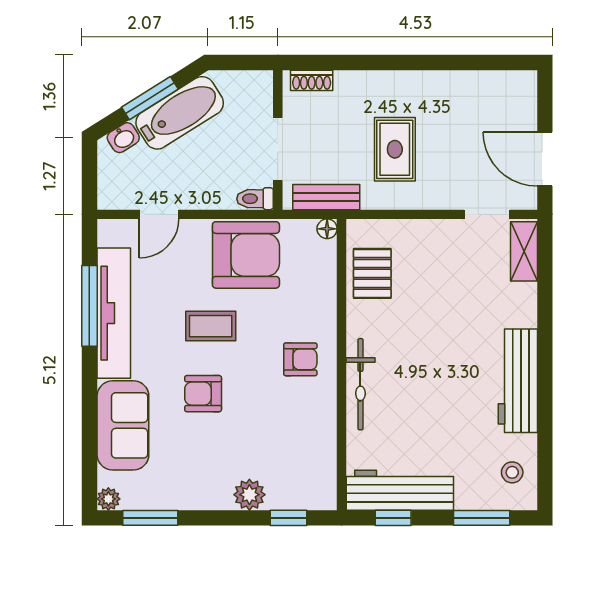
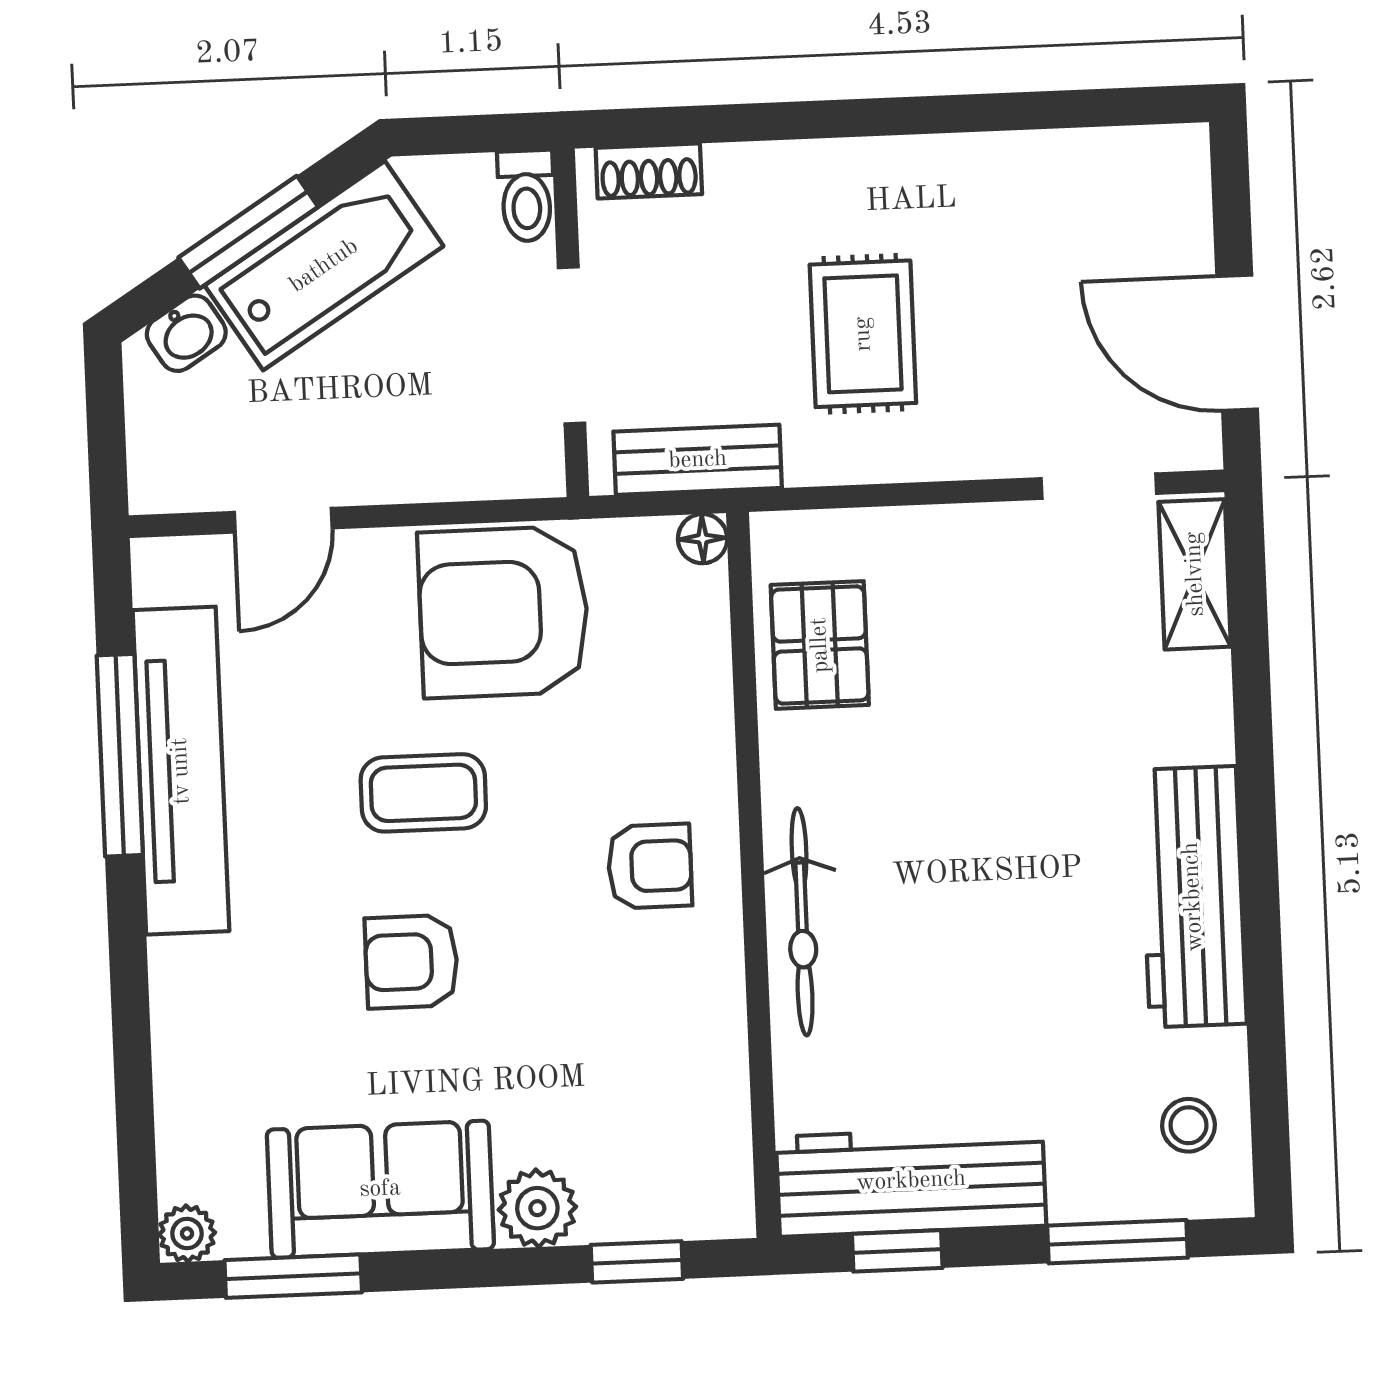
toilet: (255, 199) -> (526, 196), moved, turned -90
armchair: (246, 255) -> (503, 612), turned 180
sofa: (123, 425) -> (380, 1189), moved, turned -90

